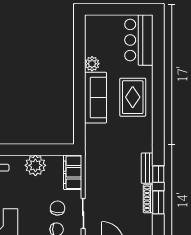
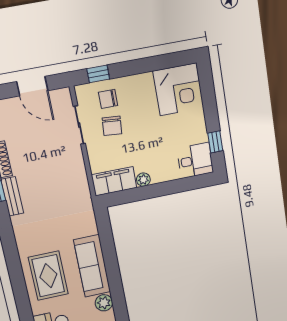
plant: (35, 165) -> (143, 180), width x0.53, depth x0.53
filing cabinet: (73, 172) -> (114, 181), moved, turned -90

